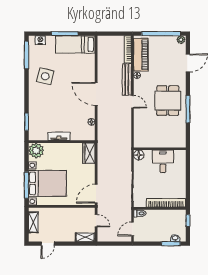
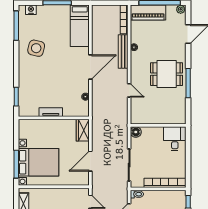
bed: (75, 44) -> (80, 26), moved, turned -90
piano: (141, 55) -> (148, 13), moved, turned 90
door: (96, 94) -> (90, 67), swing flipped
dining table: (168, 101) -> (167, 74), turned 90
door: (133, 102) -> (129, 90), moved
plant: (36, 150) -> (27, 127), removed
desk: (163, 161) -> (175, 139), moved
door: (96, 194) -> (90, 161), moved

